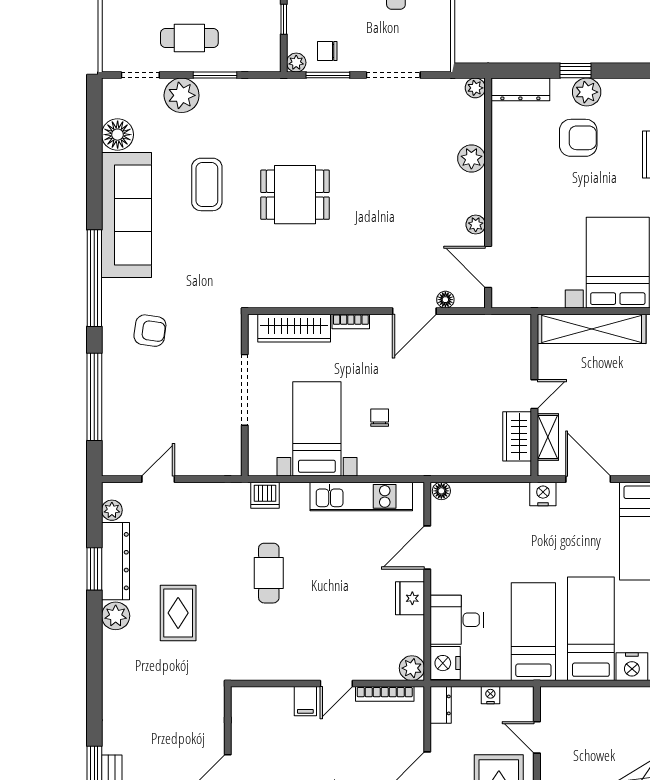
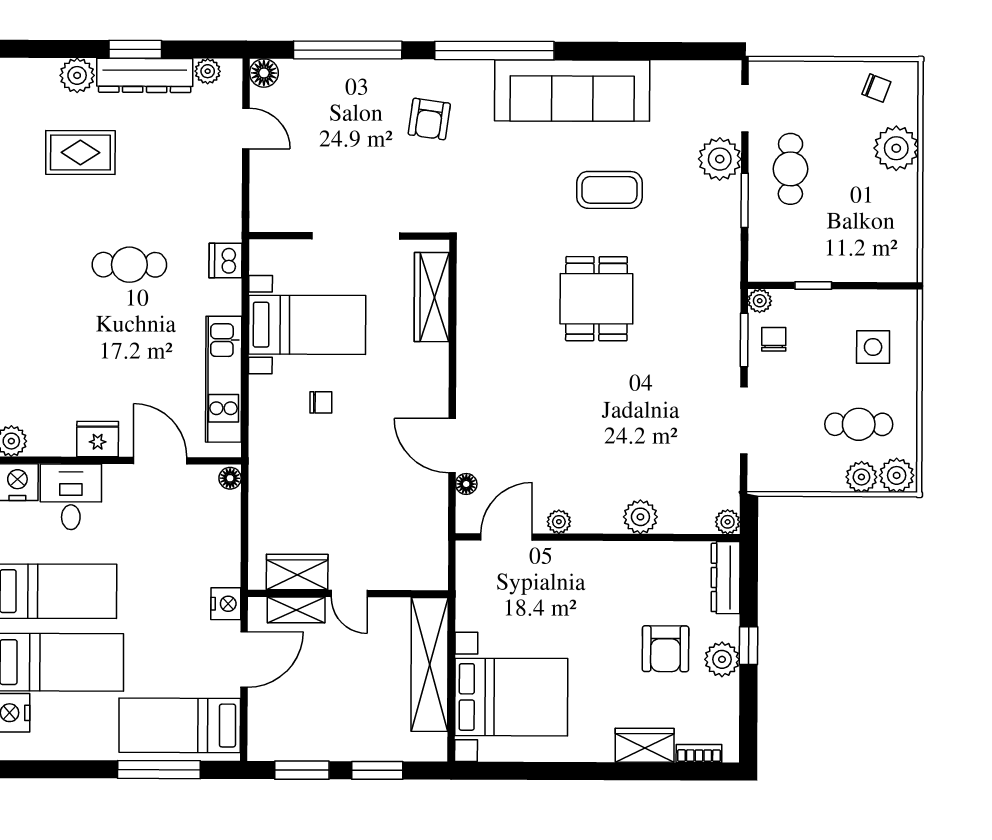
floor lamp: (118, 135) -> (264, 73), moved, width x0.73, depth x0.73
bookcase: (351, 321) -> (440, 367), removed

